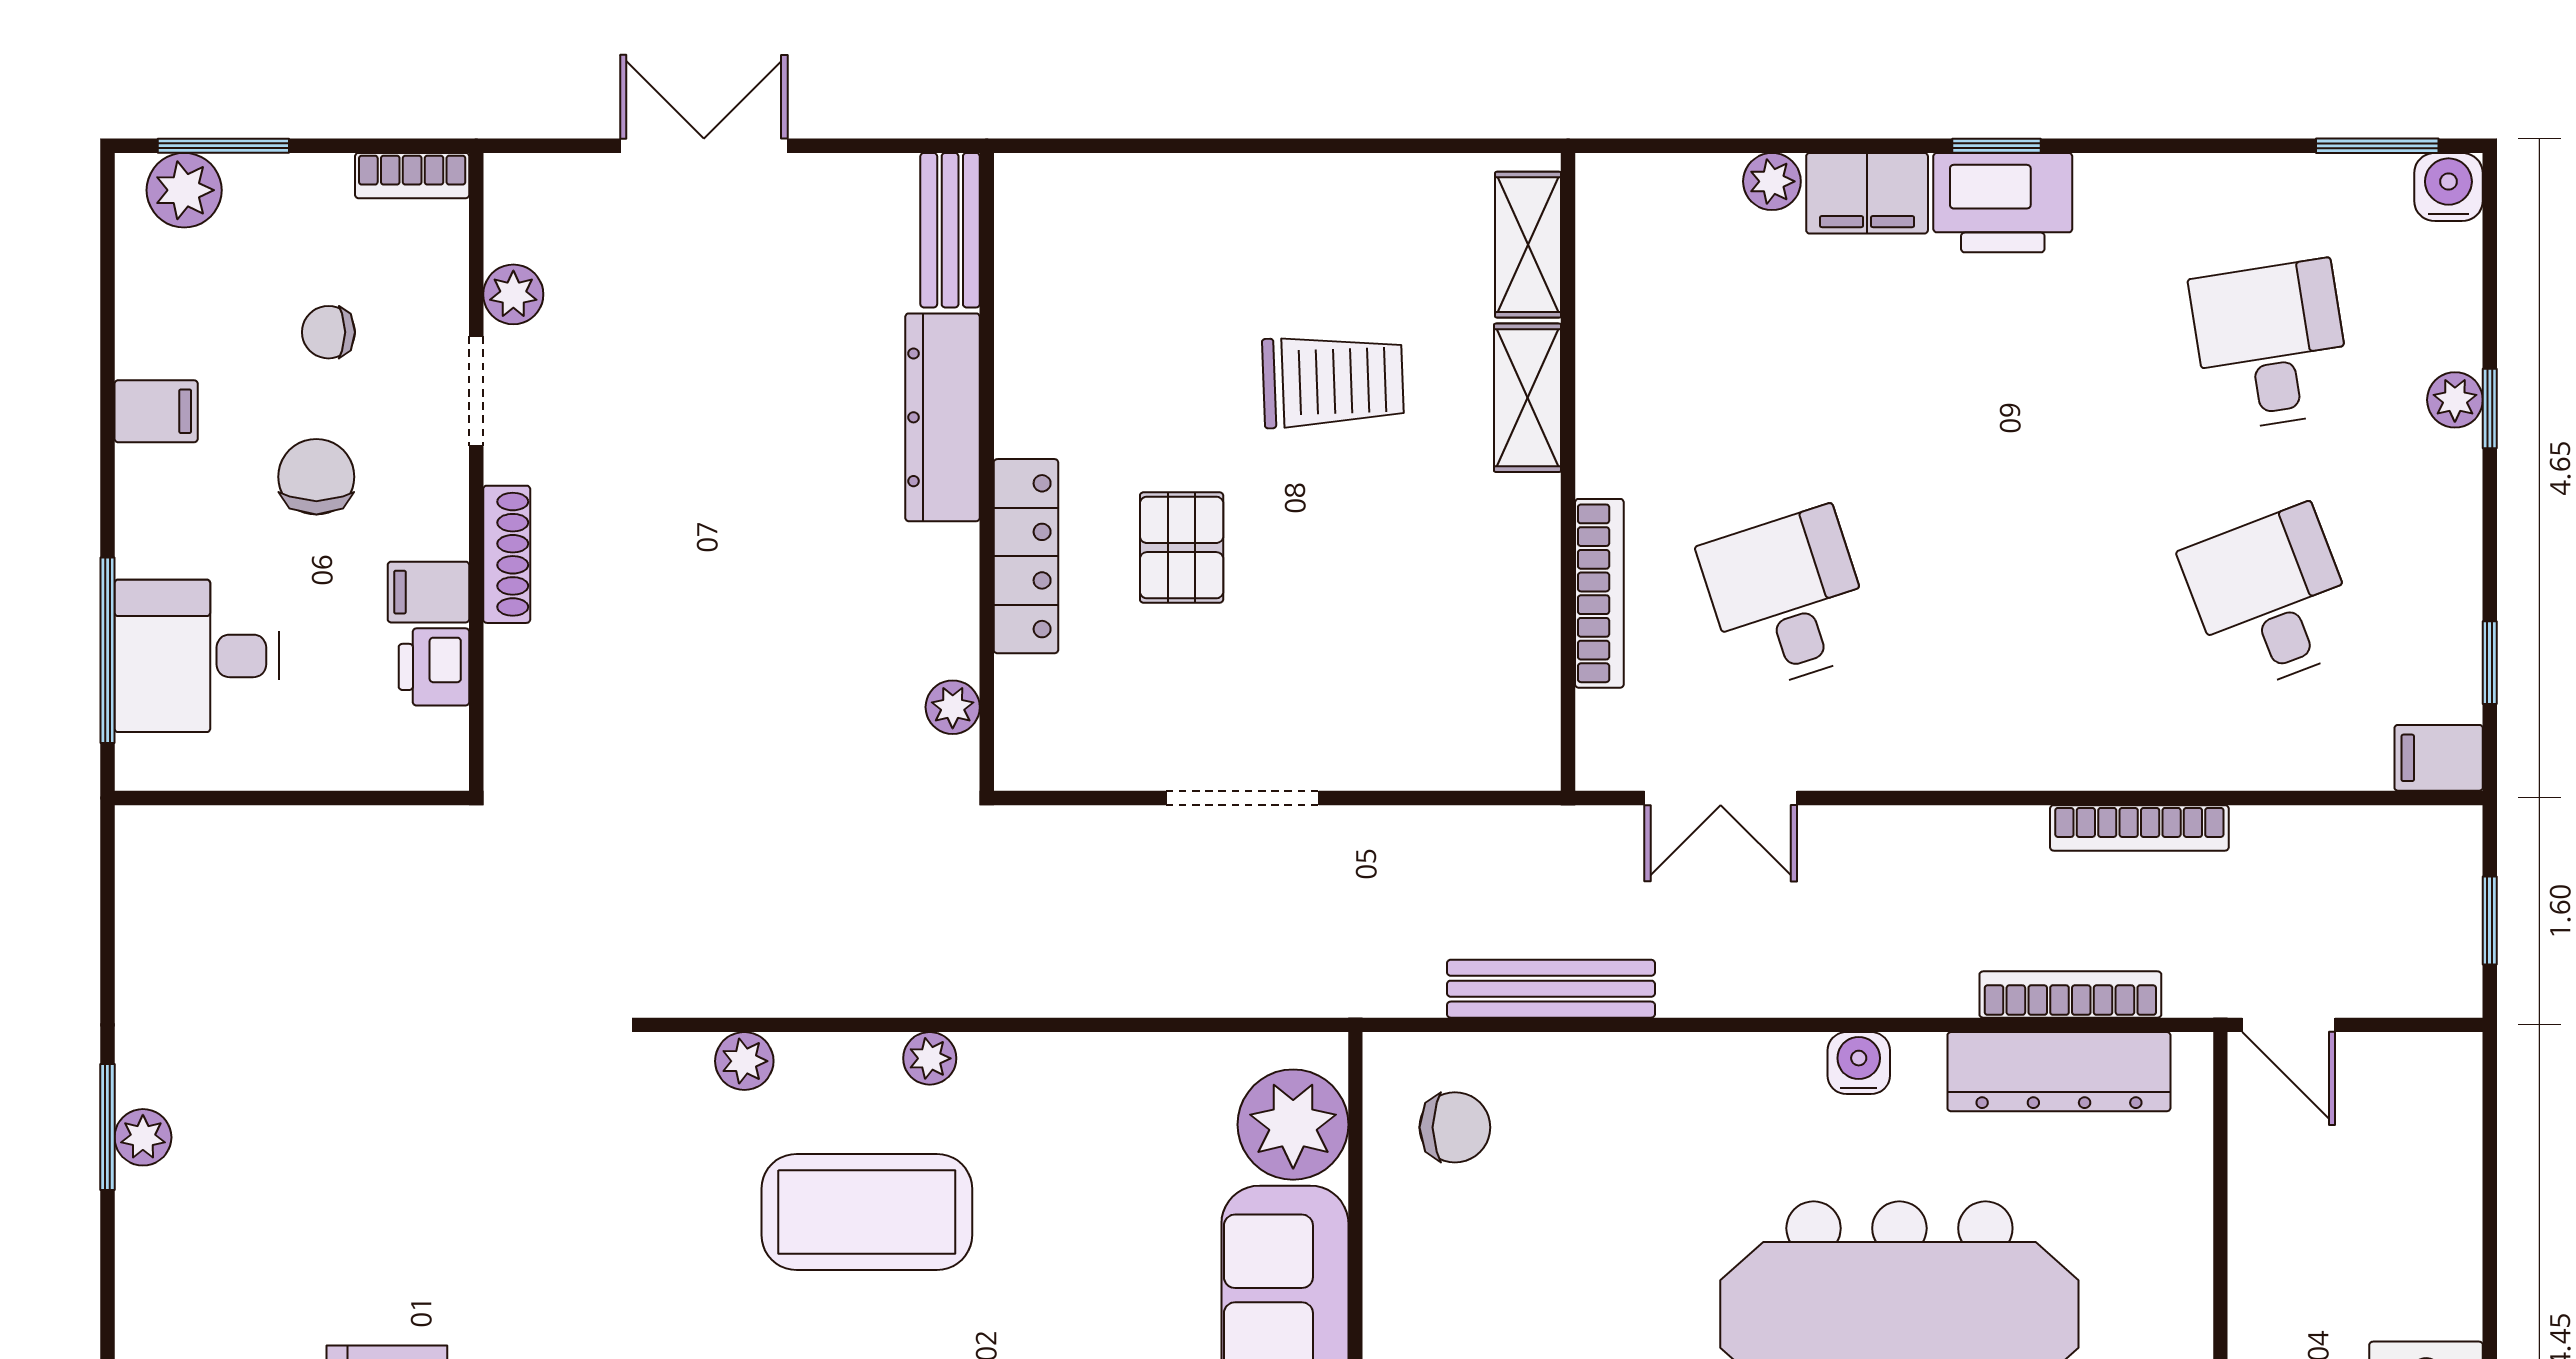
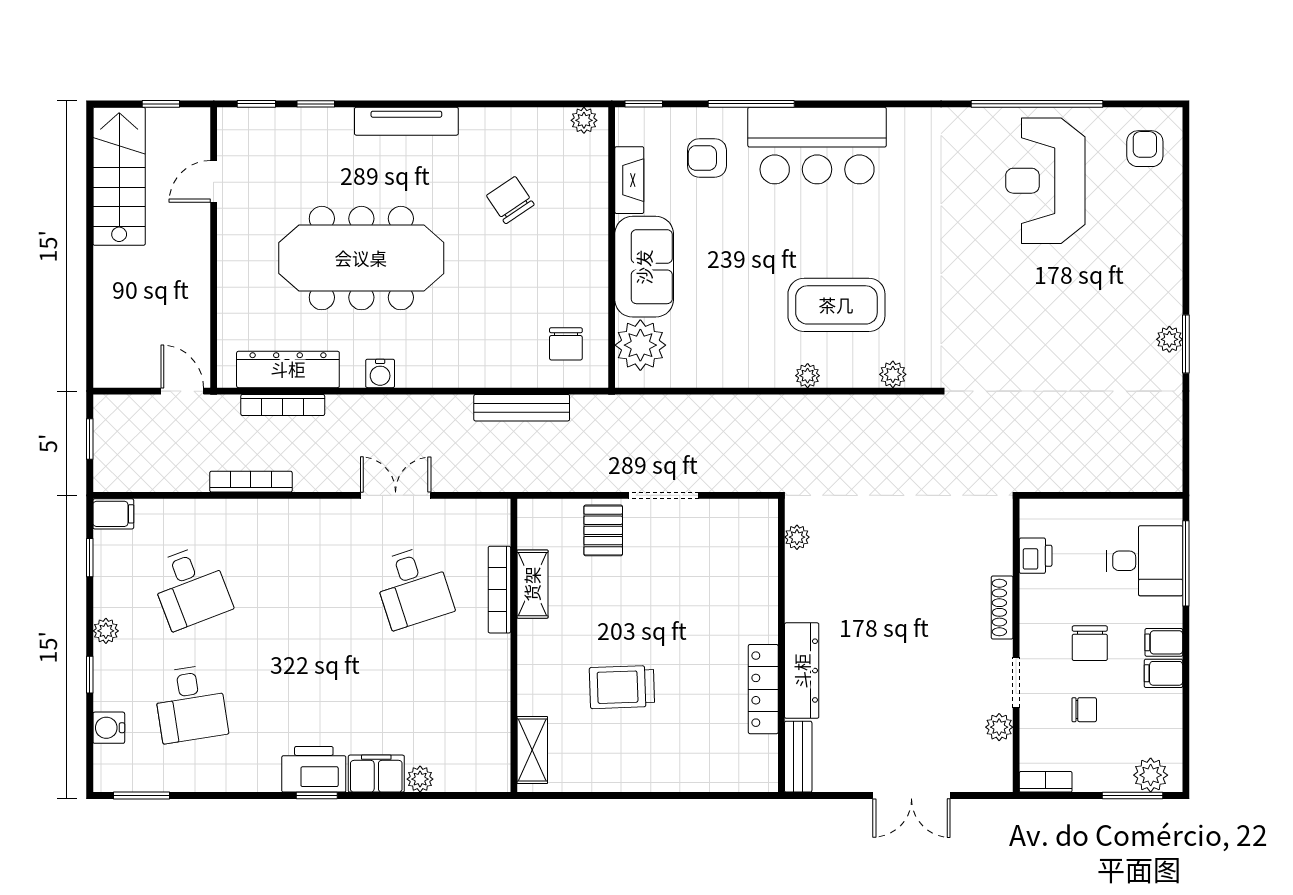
water cooler: (2448, 187) -> (109, 728), moved, turned 90
shelving: (1528, 398) -> (532, 584), moved
plant: (2455, 400) -> (106, 631), moved
pallet: (1182, 548) -> (603, 530), moved
locker: (1026, 556) -> (763, 689), moved
filing cabinet: (428, 592) -> (1164, 642), moved, turned 180
double door: (1721, 798) -> (396, 495), moved
chair: (1455, 1127) -> (566, 344), turned -90

